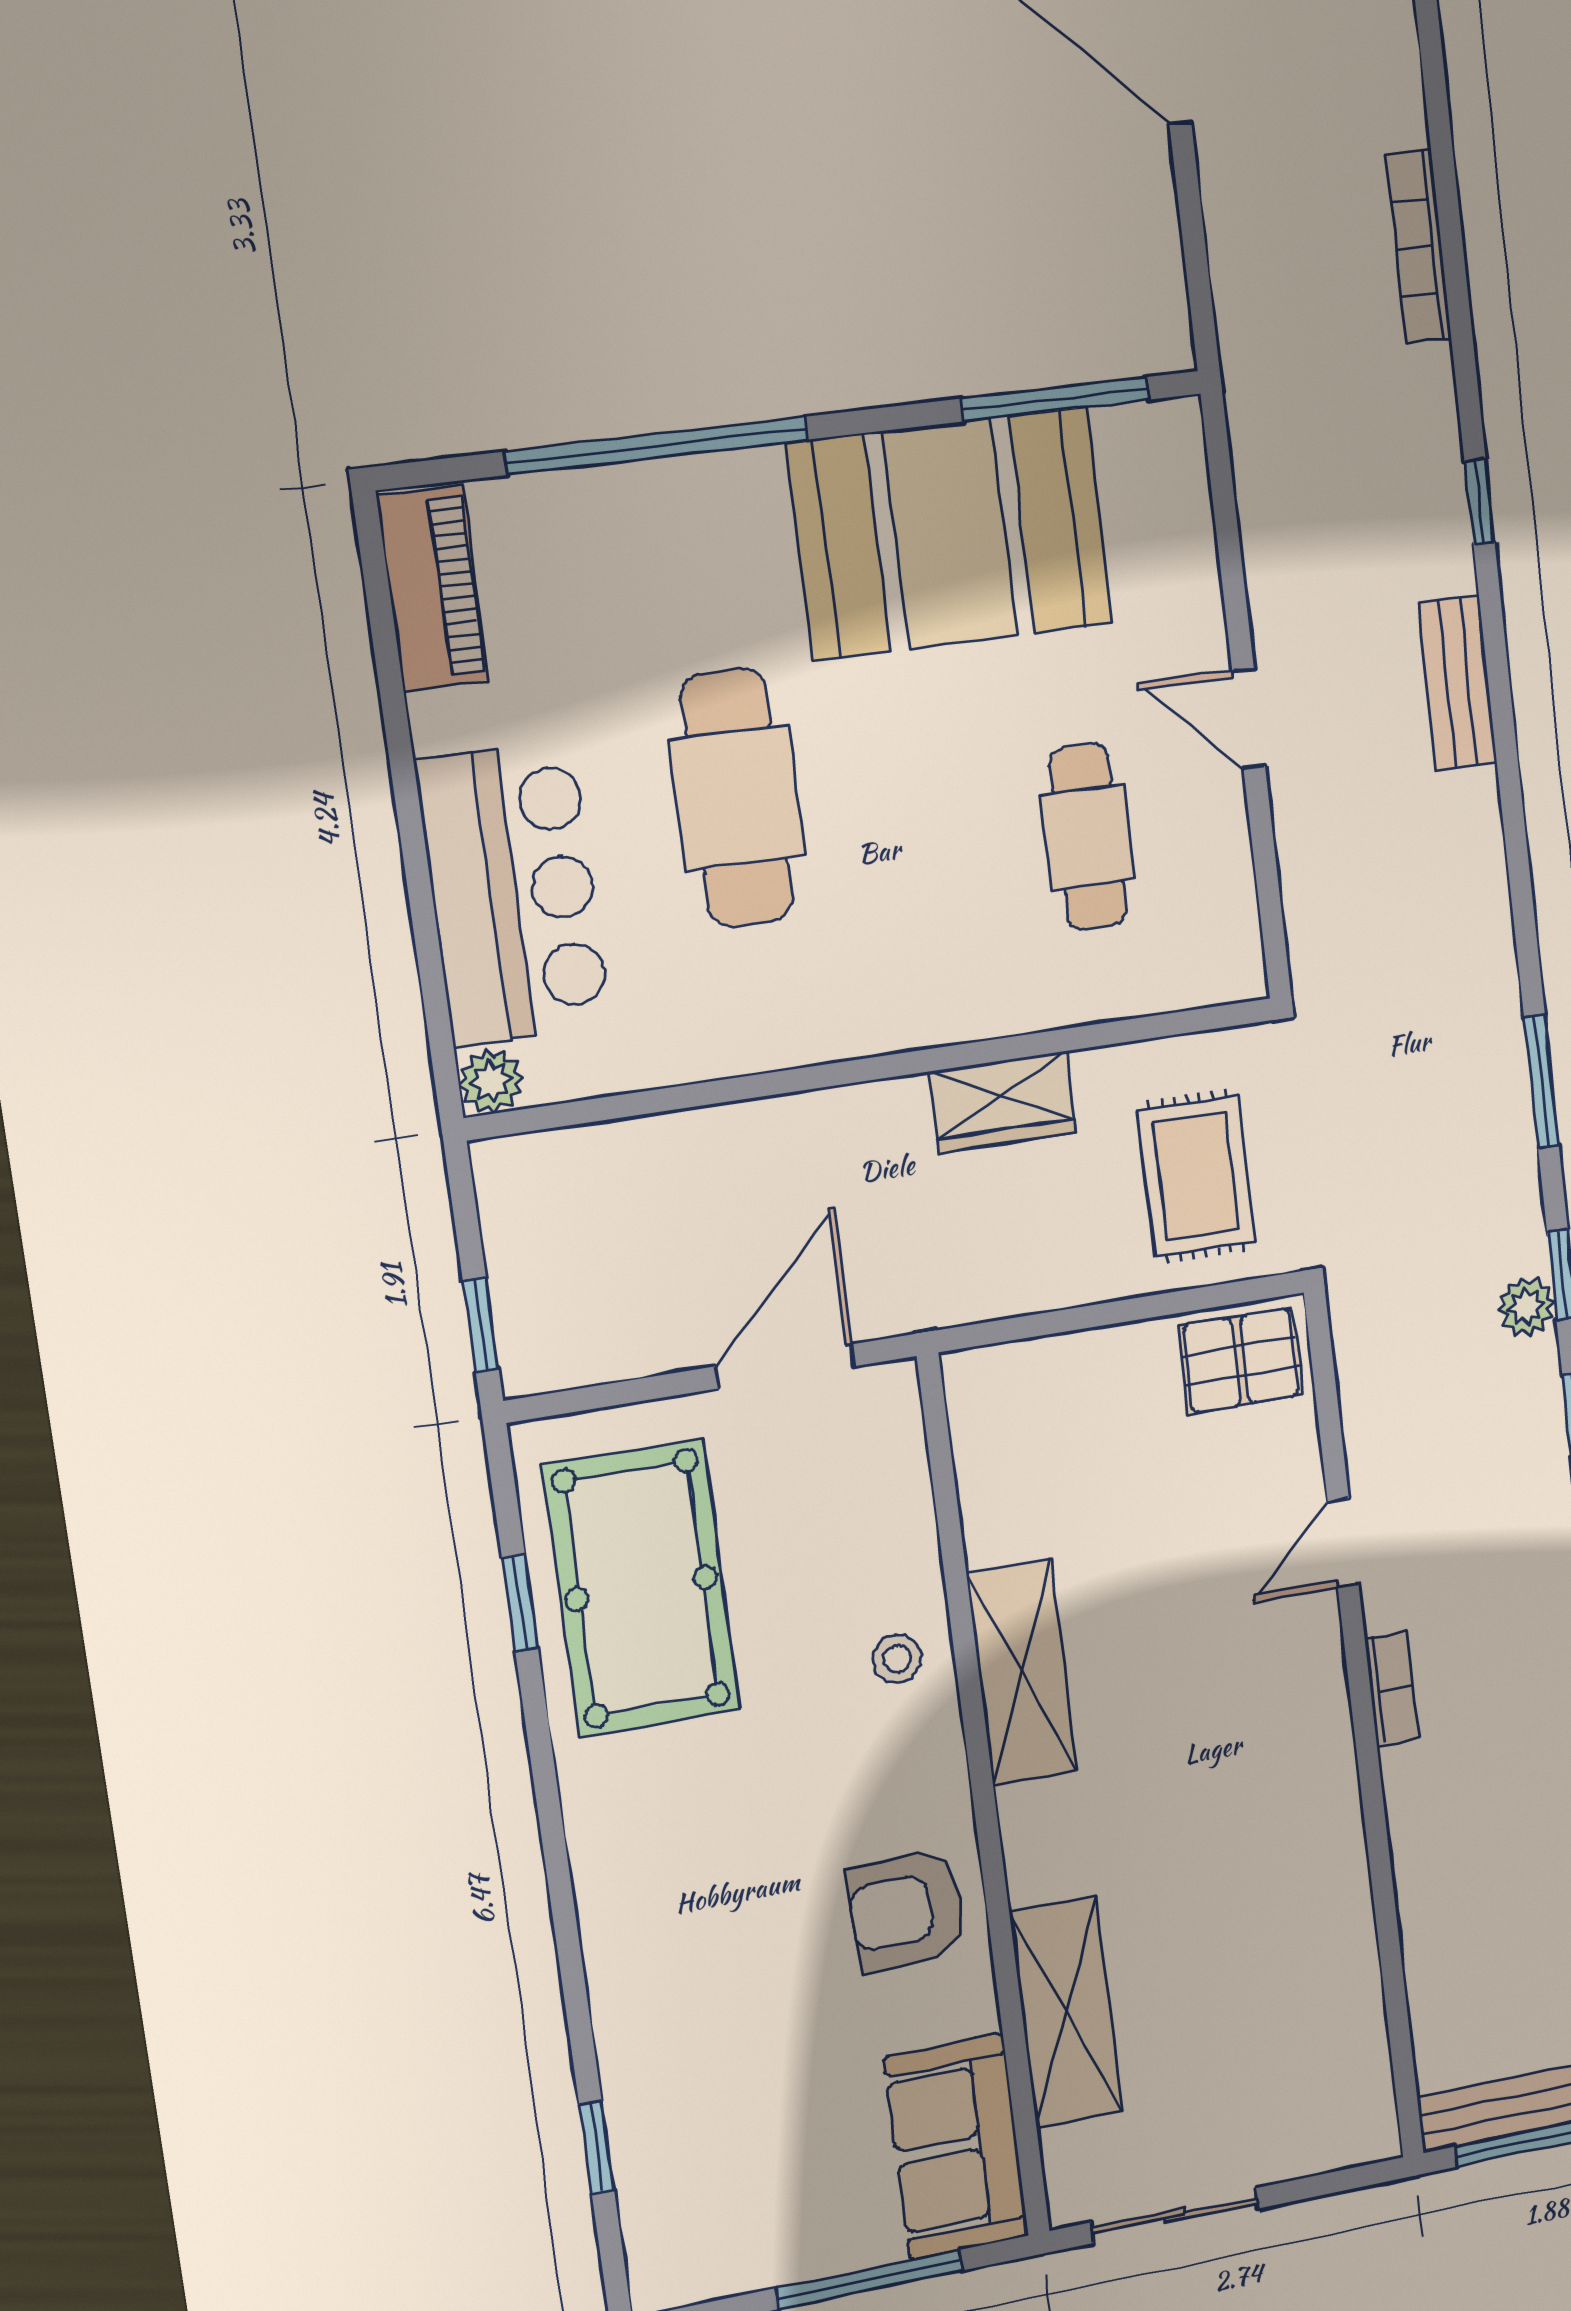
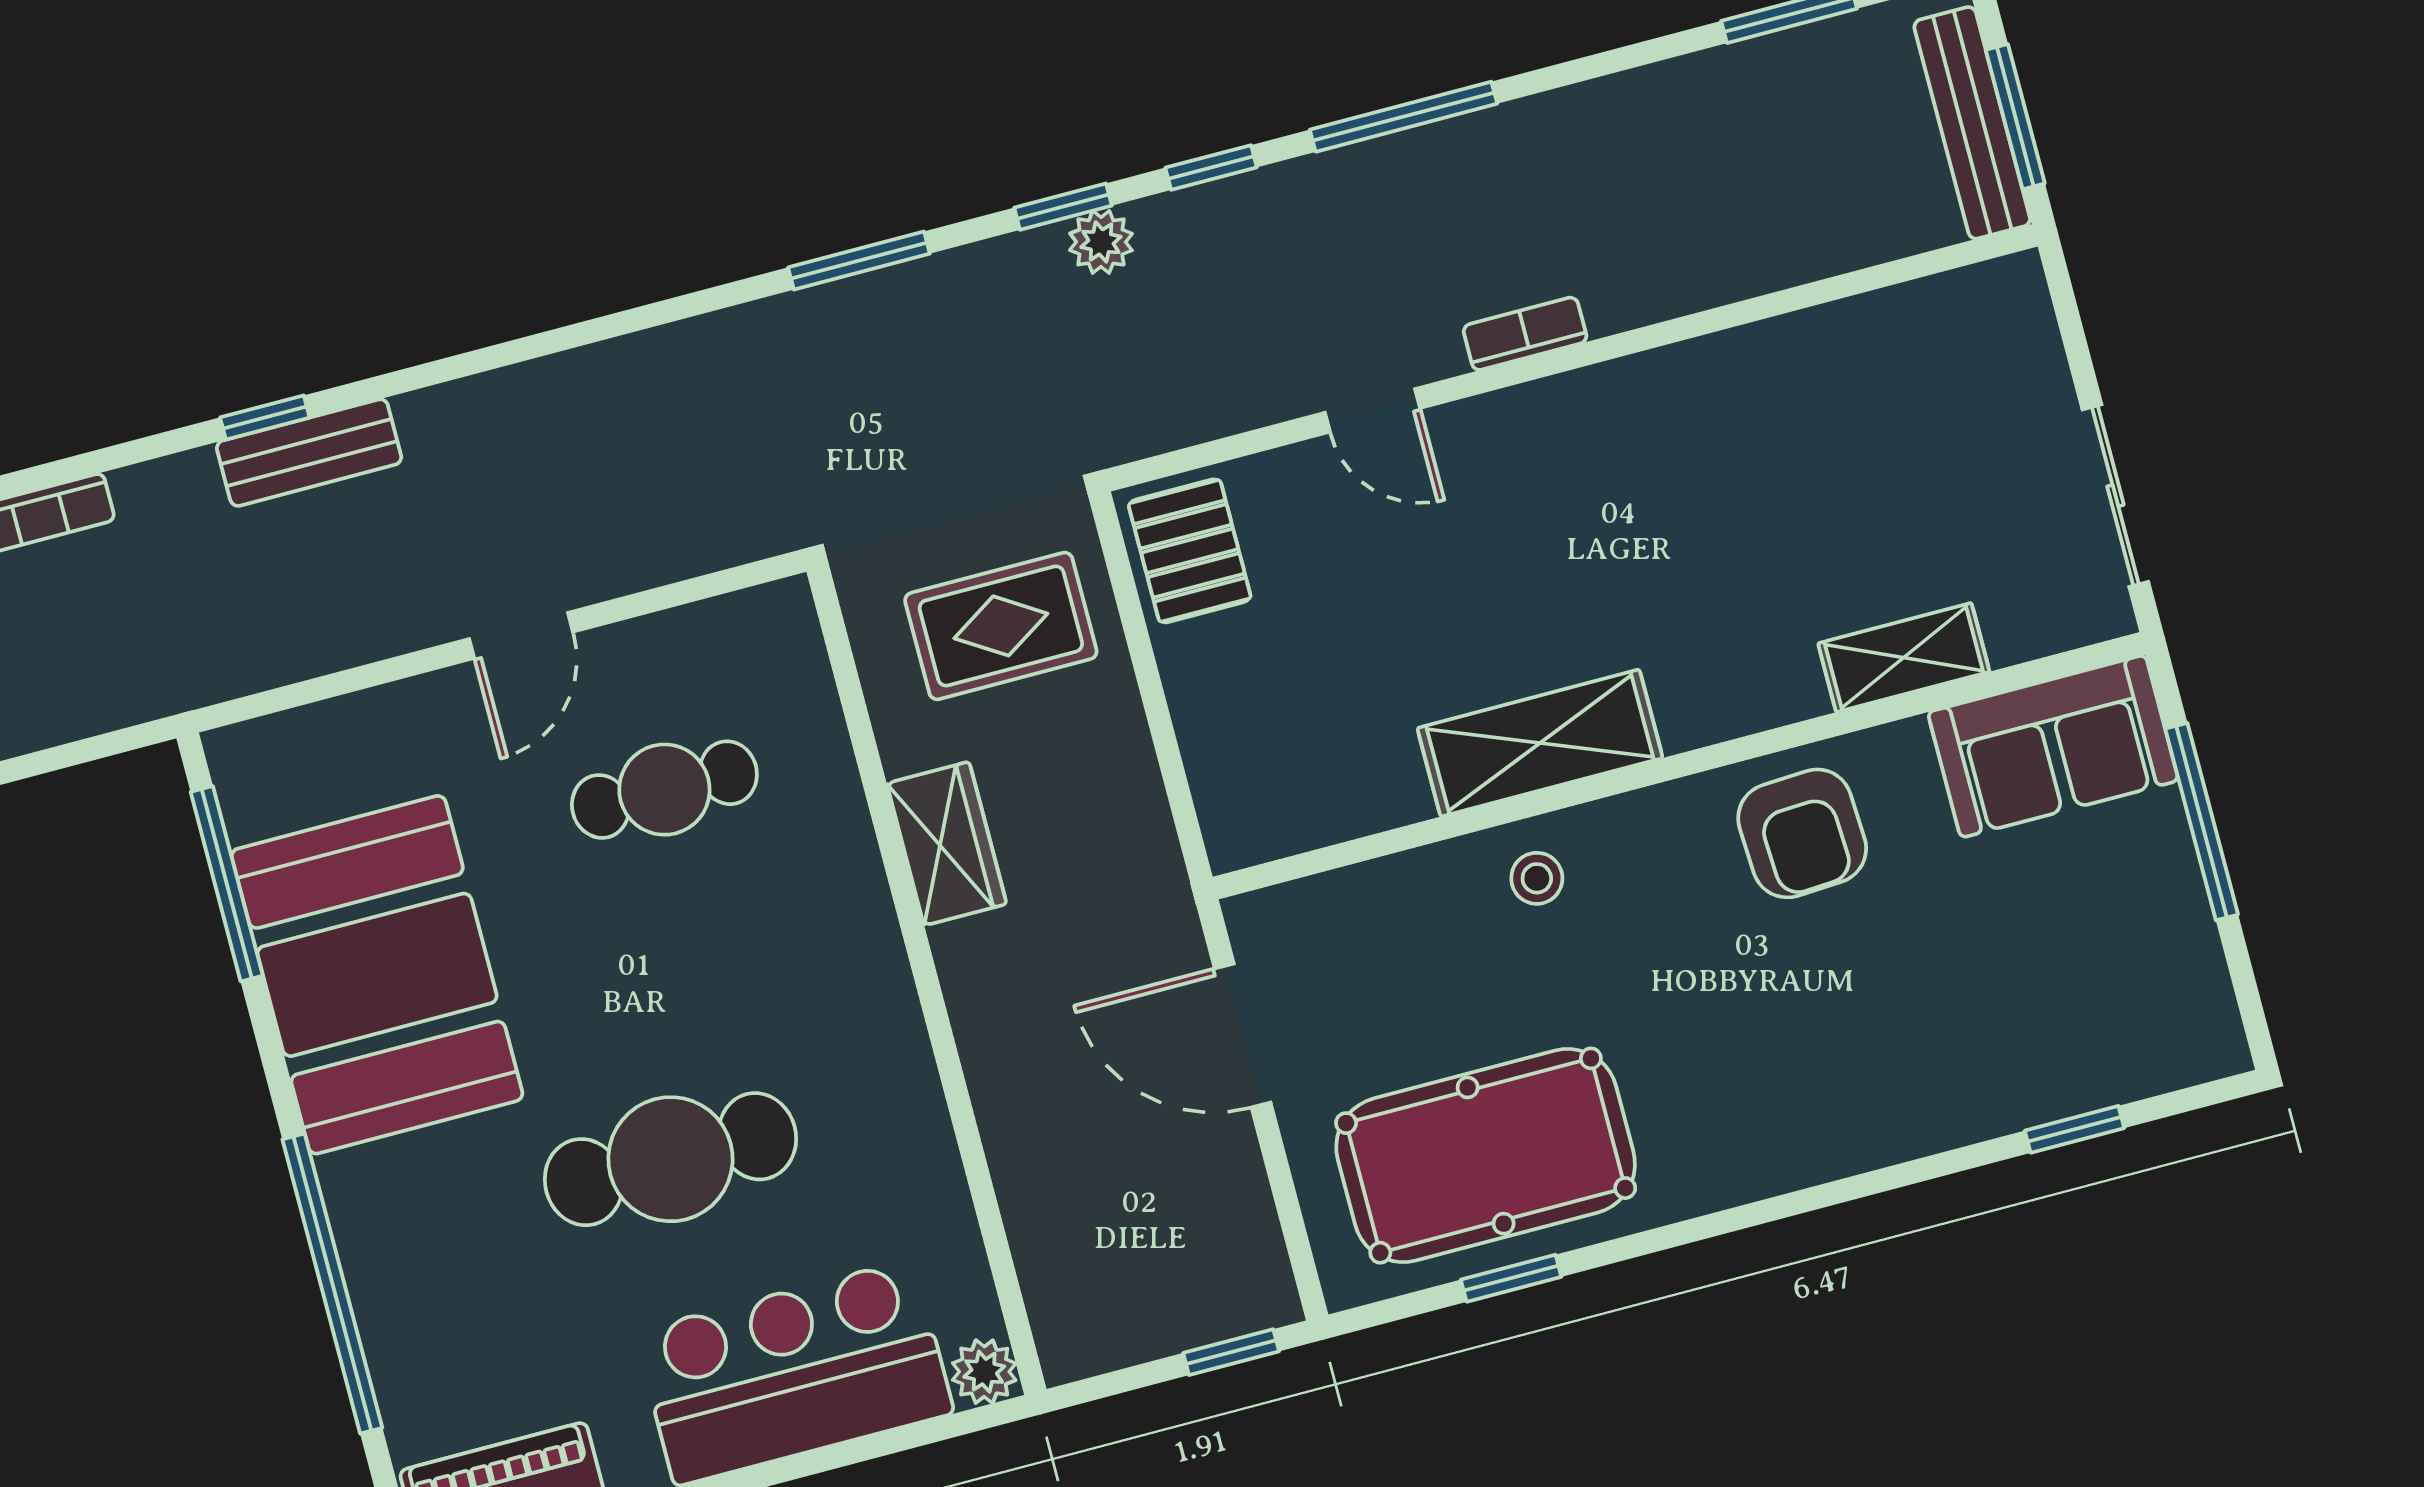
bench: (1458, 683) -> (309, 453), moved
shelving: (1066, 2012) -> (1904, 658), width x0.67, depth x0.75

